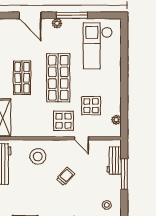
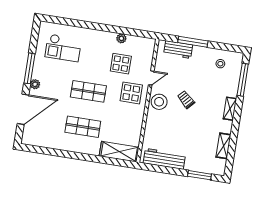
door: (30, 15) -> (23, 109), width x1.36
checkout: (98, 46) -> (63, 48), width x0.73, depth x0.83
shop shelf: (58, 78) -> (88, 91), width x0.70, depth x0.74
plant: (116, 120) -> (121, 38), moved
stool: (38, 156) -> (159, 102), moved

